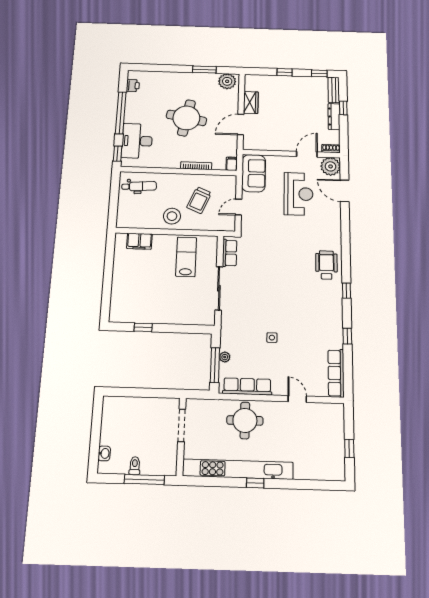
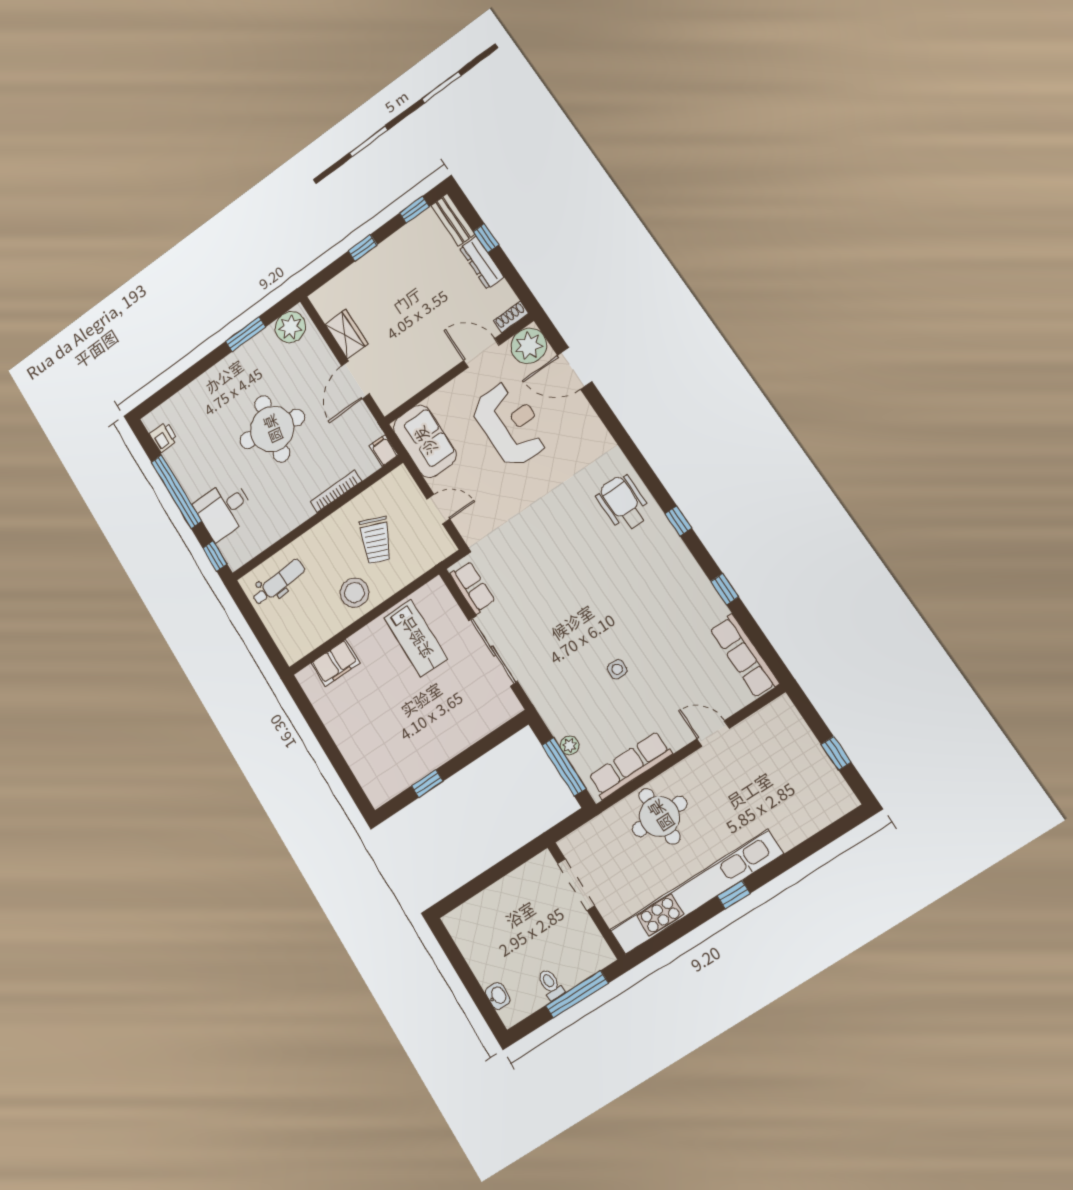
desk: (137, 141) -> (224, 509), width x0.73
door: (307, 154) -> (481, 353), hinge flipped
door: (239, 207) -> (438, 509), swing flipped
lab bench: (186, 257) -> (416, 638), turned 180

